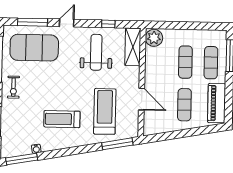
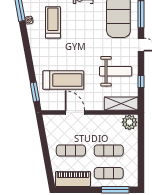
door: (142, 99) -> (75, 112), swing flipped
treadmill: (62, 119) -> (53, 22), moved
window: (117, 144) -> (35, 92), width x0.69

